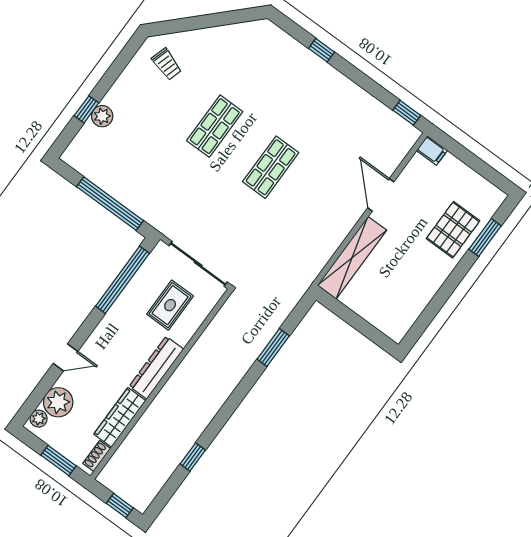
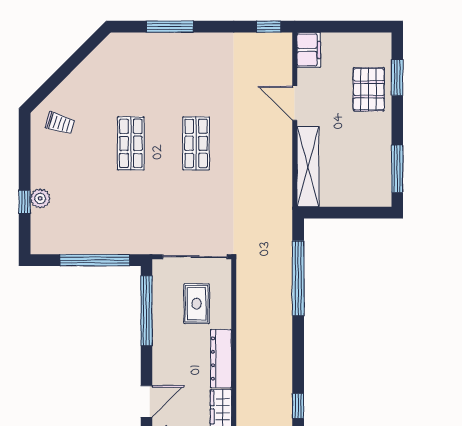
window: (322, 50) -> (170, 27), width x2.17
filing cabinet: (432, 150) -> (309, 50), width x2.00
window: (427, 316) -> (397, 169), added
window: (273, 348) -> (298, 278), width x2.11
door: (65, 357) -> (146, 401), width x1.37

